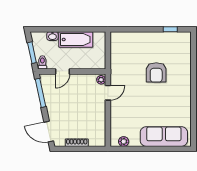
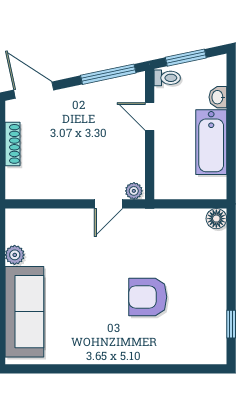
floor lamp: (115, 37) -> (216, 219), added
door: (108, 93) -> (109, 204), hinge flipped
door: (49, 132) -> (34, 90), hinge flipped
plant: (124, 141) -> (15, 255), moved

